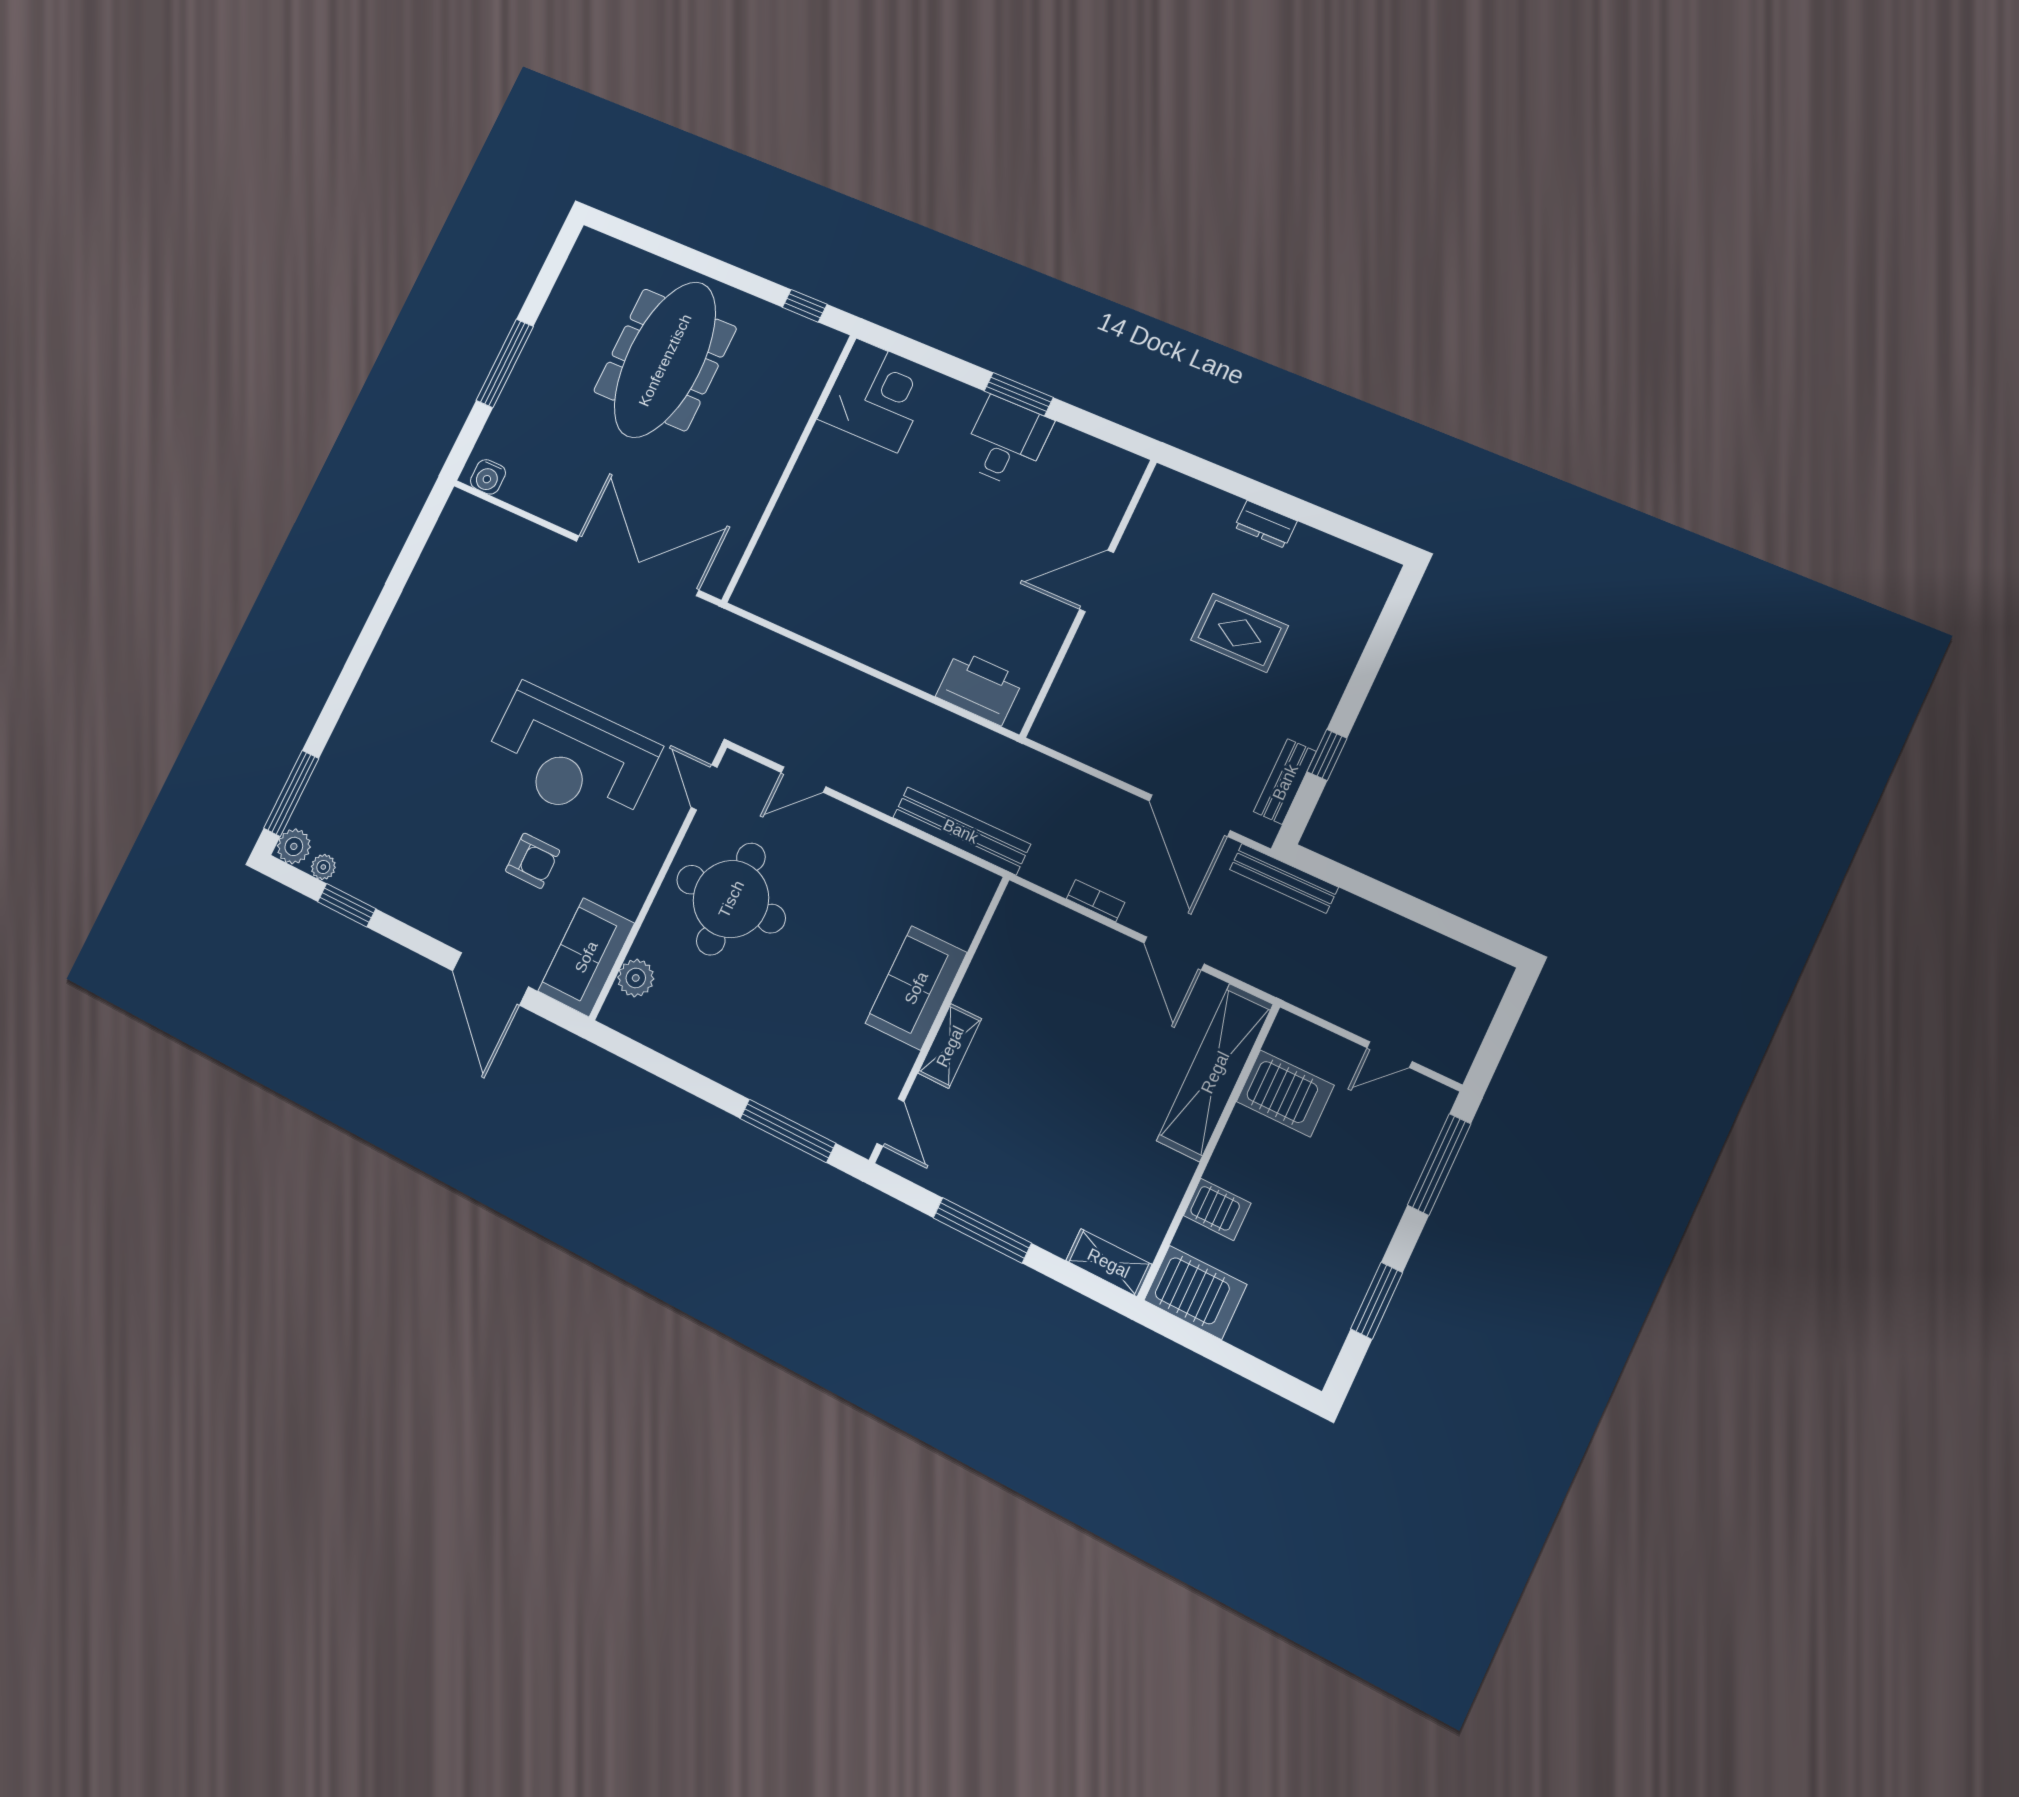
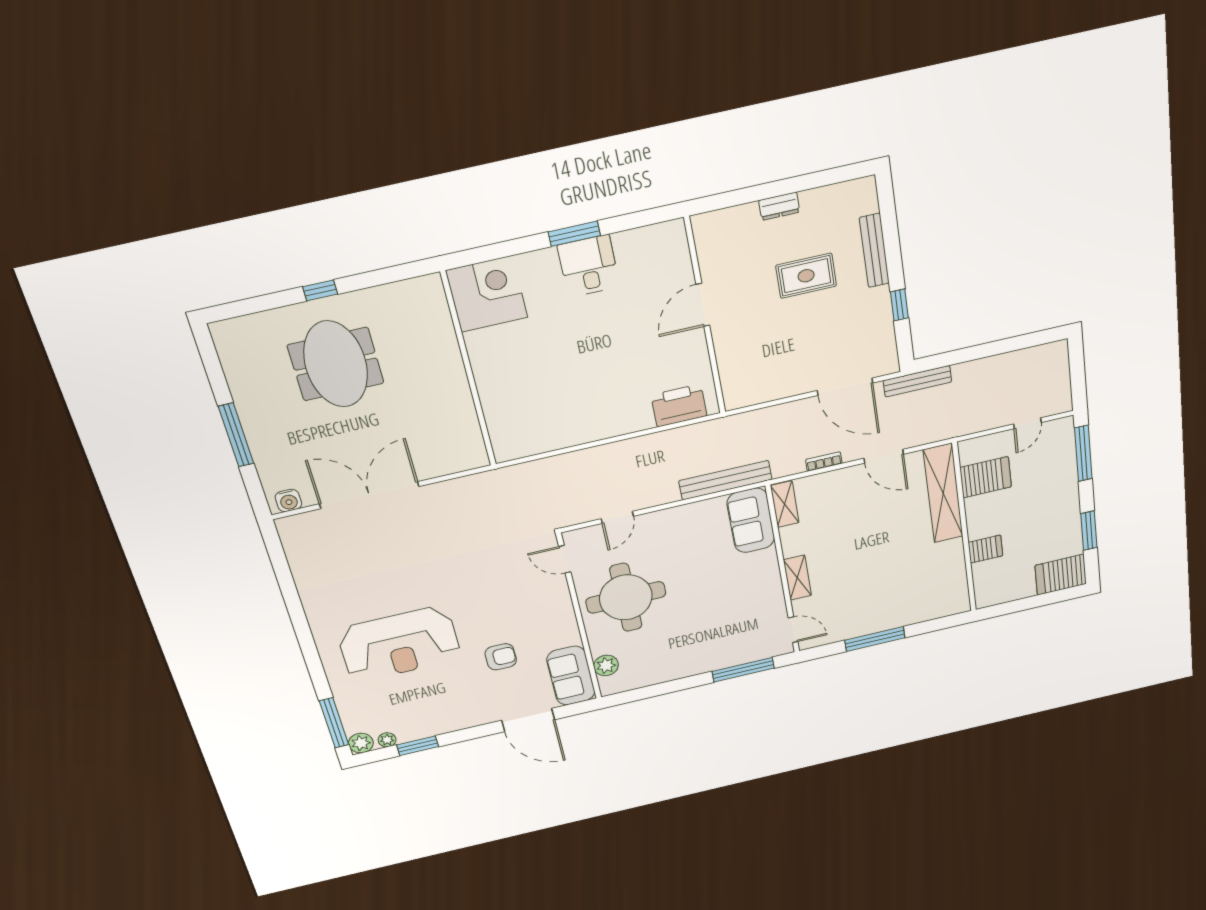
window: (805, 306) -> (320, 290), moved
meeting table: (665, 360) -> (336, 364), width x0.73
double door: (637, 566) -> (369, 495), moved
reception desk: (570, 757) -> (399, 644), moved
bench: (1285, 782) -> (874, 251), moved, width x1.36
sofa: (916, 988) -> (751, 520), moved
shelving: (1109, 1263) -> (785, 504), moved, turned 90
server rack: (1195, 1292) -> (1061, 575), moved, turned 180

